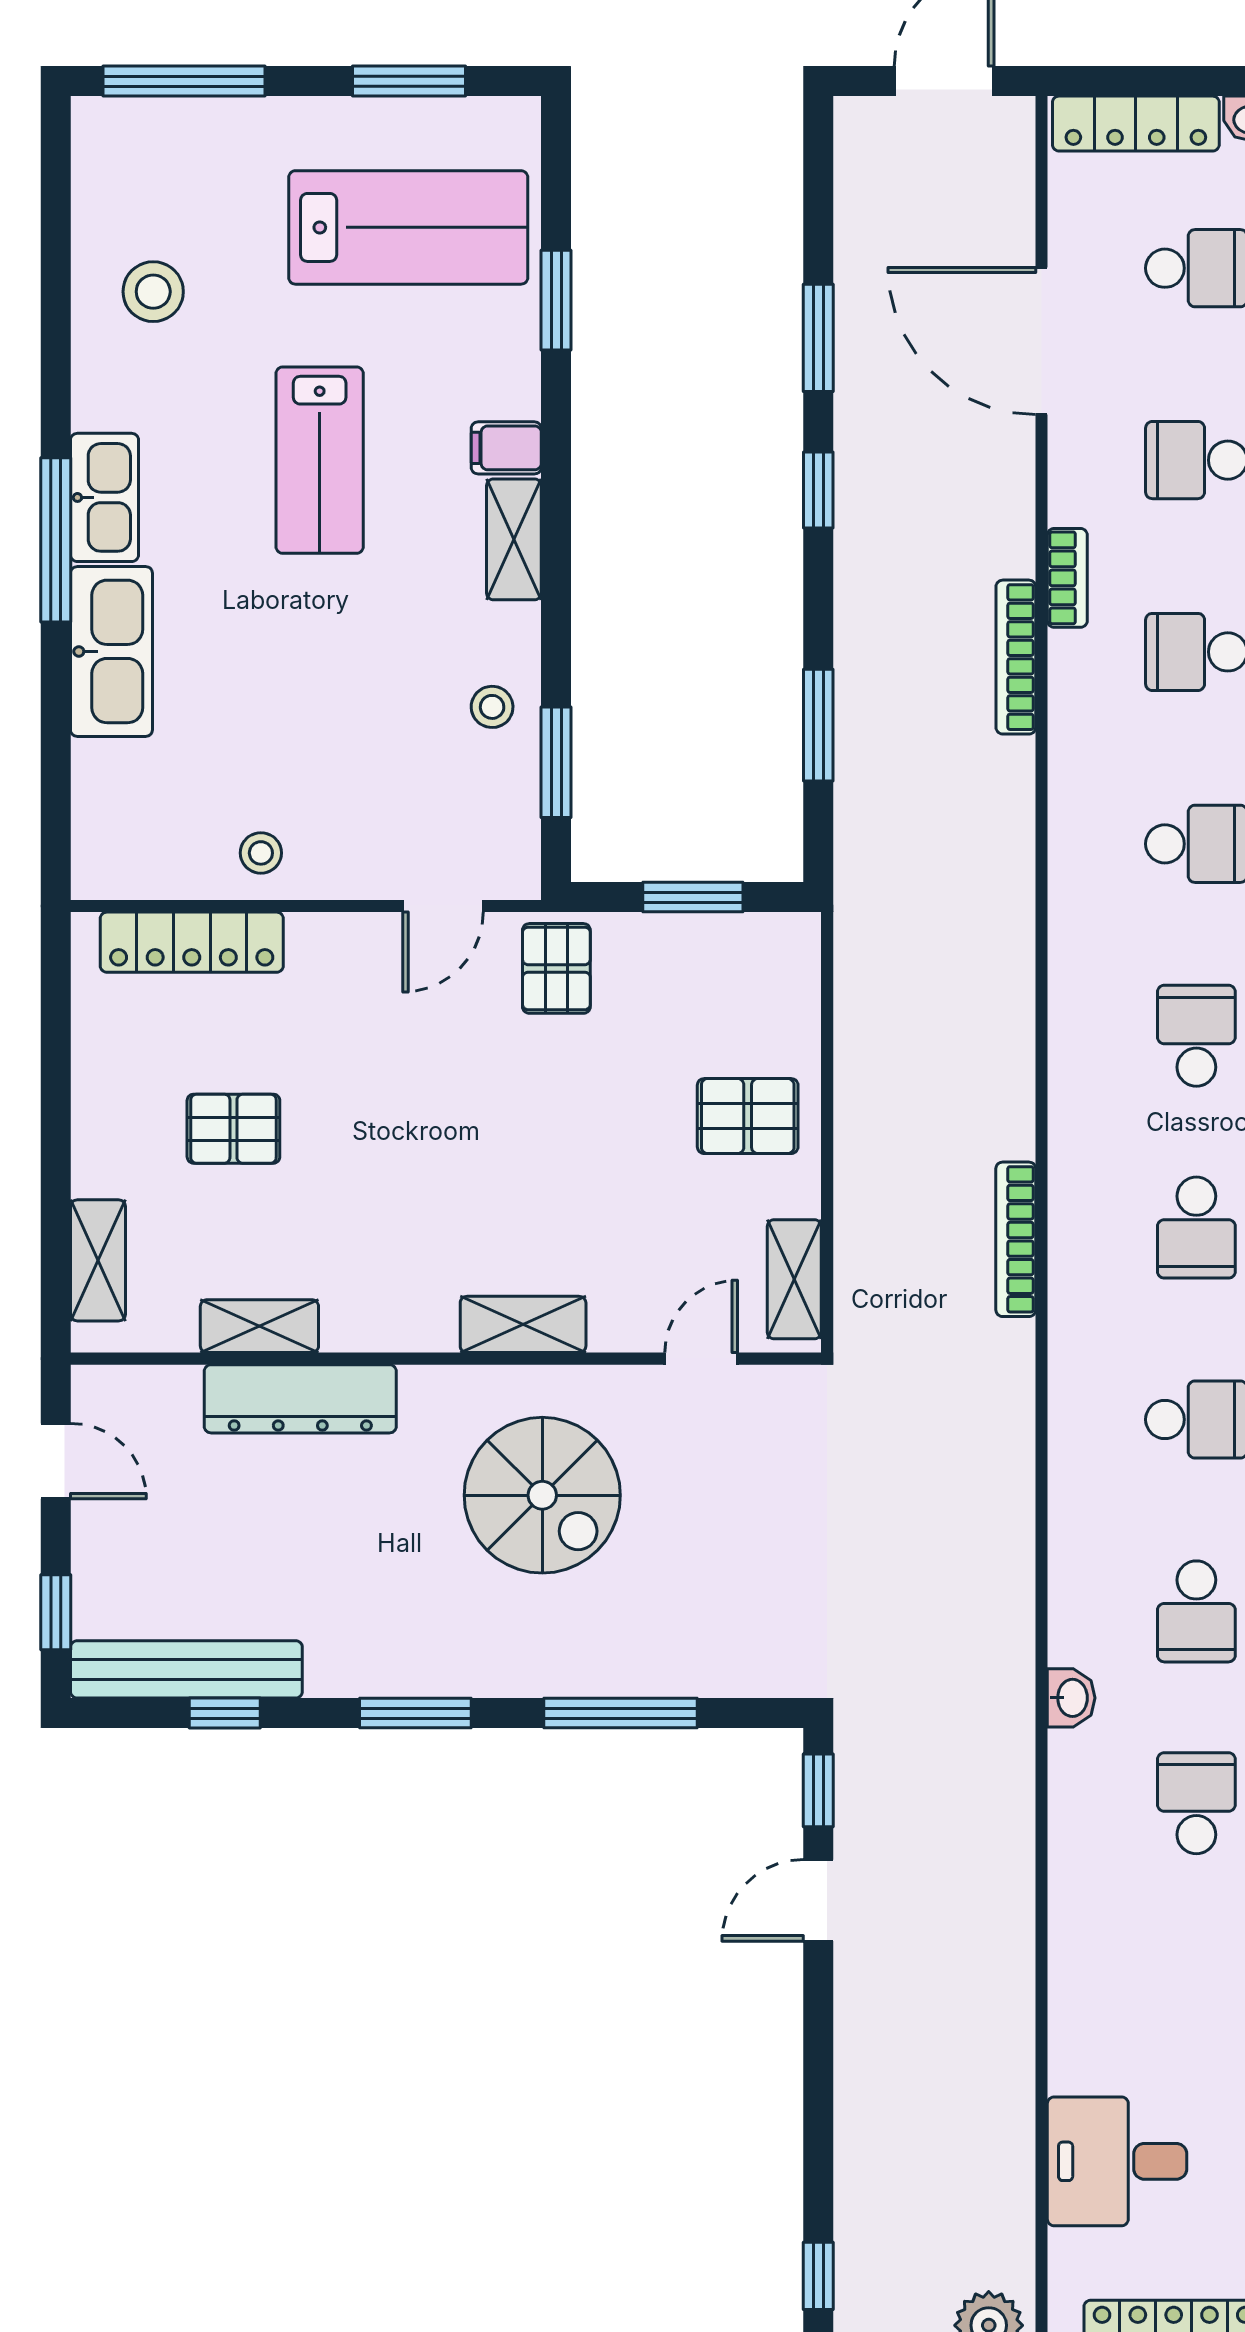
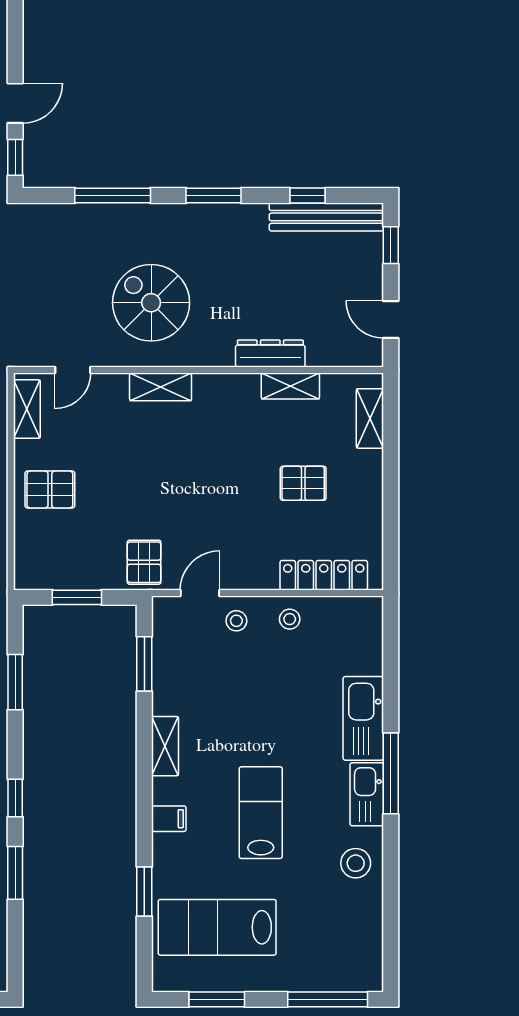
stool: (153, 292) -> (356, 863), moved
shelving: (514, 539) -> (165, 746), moved
stool: (492, 707) -> (236, 621), moved
dresser: (300, 1399) -> (270, 354), width x0.73, depth x0.80

